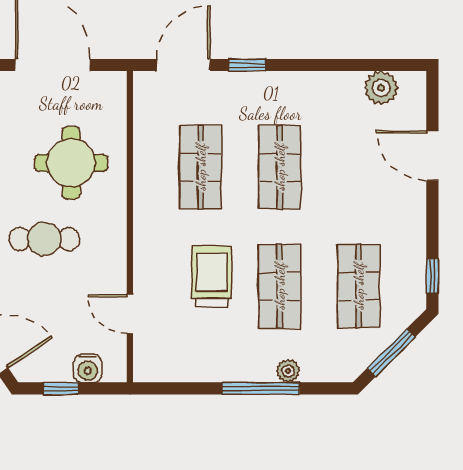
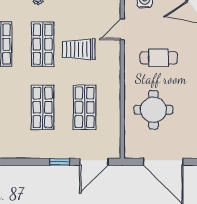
cafe table: (44, 239) -> (159, 58), moved
trolley: (212, 276) -> (79, 49), turned 90
door: (130, 314) -> (122, 29), swing flipped

